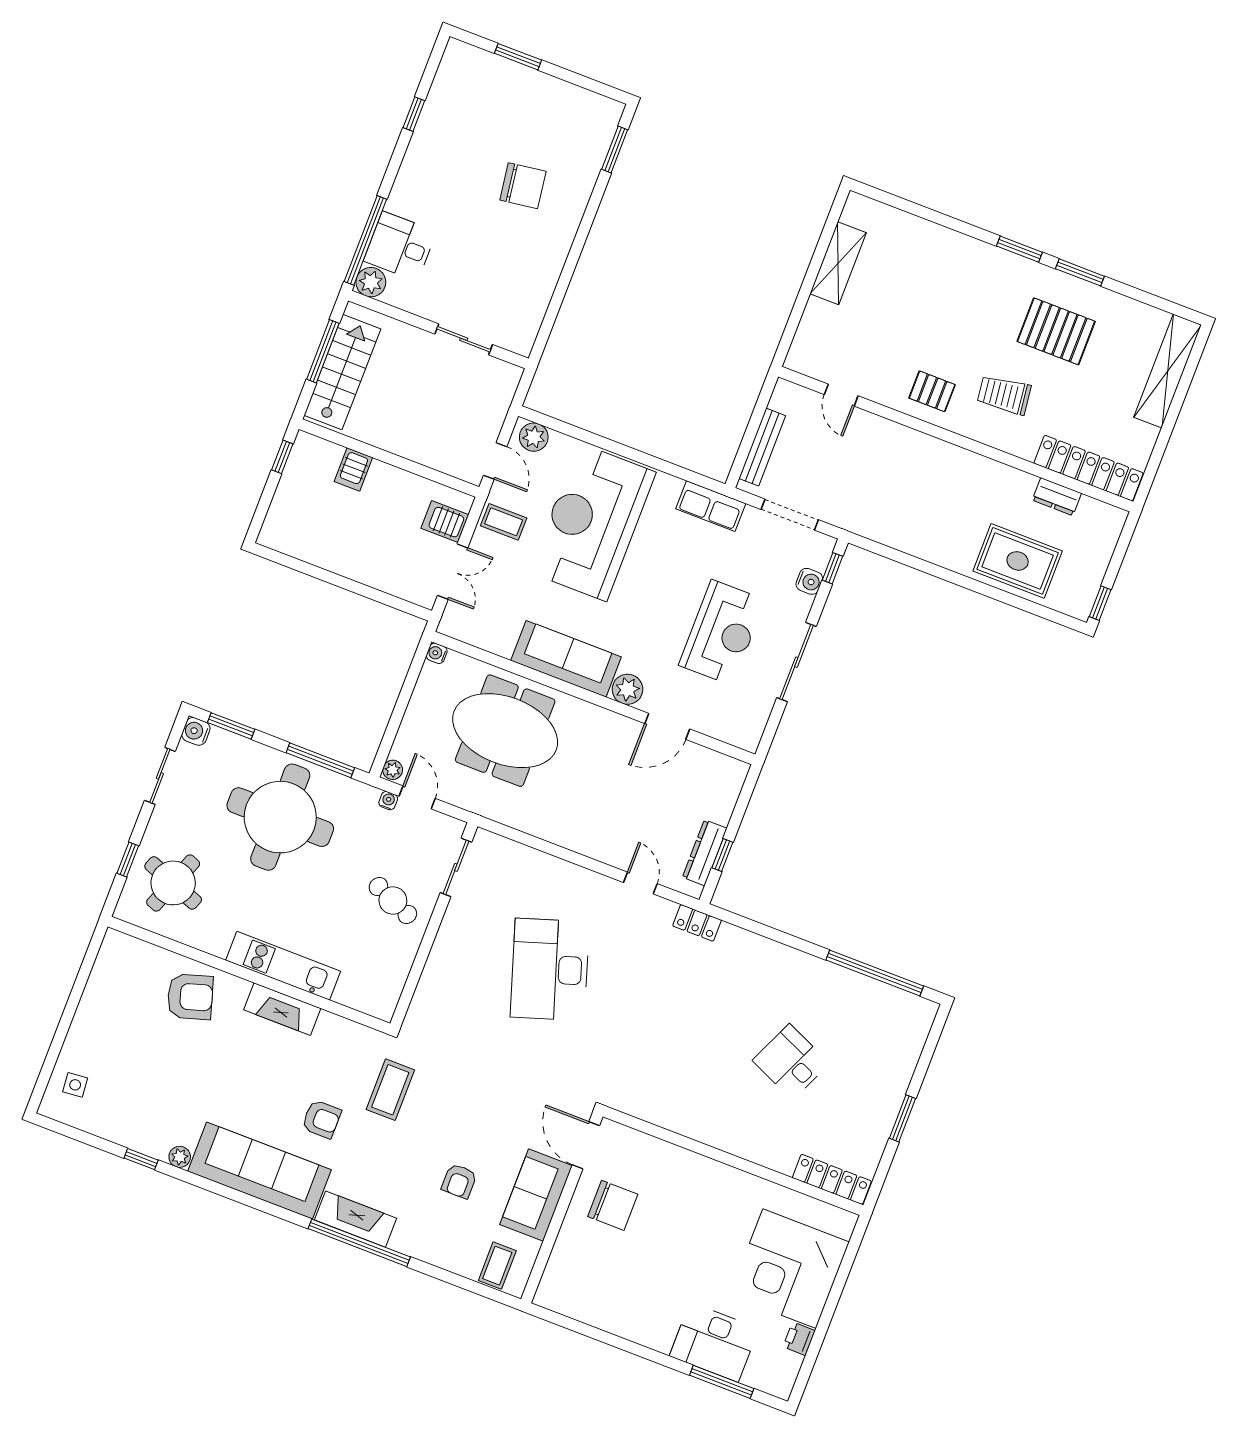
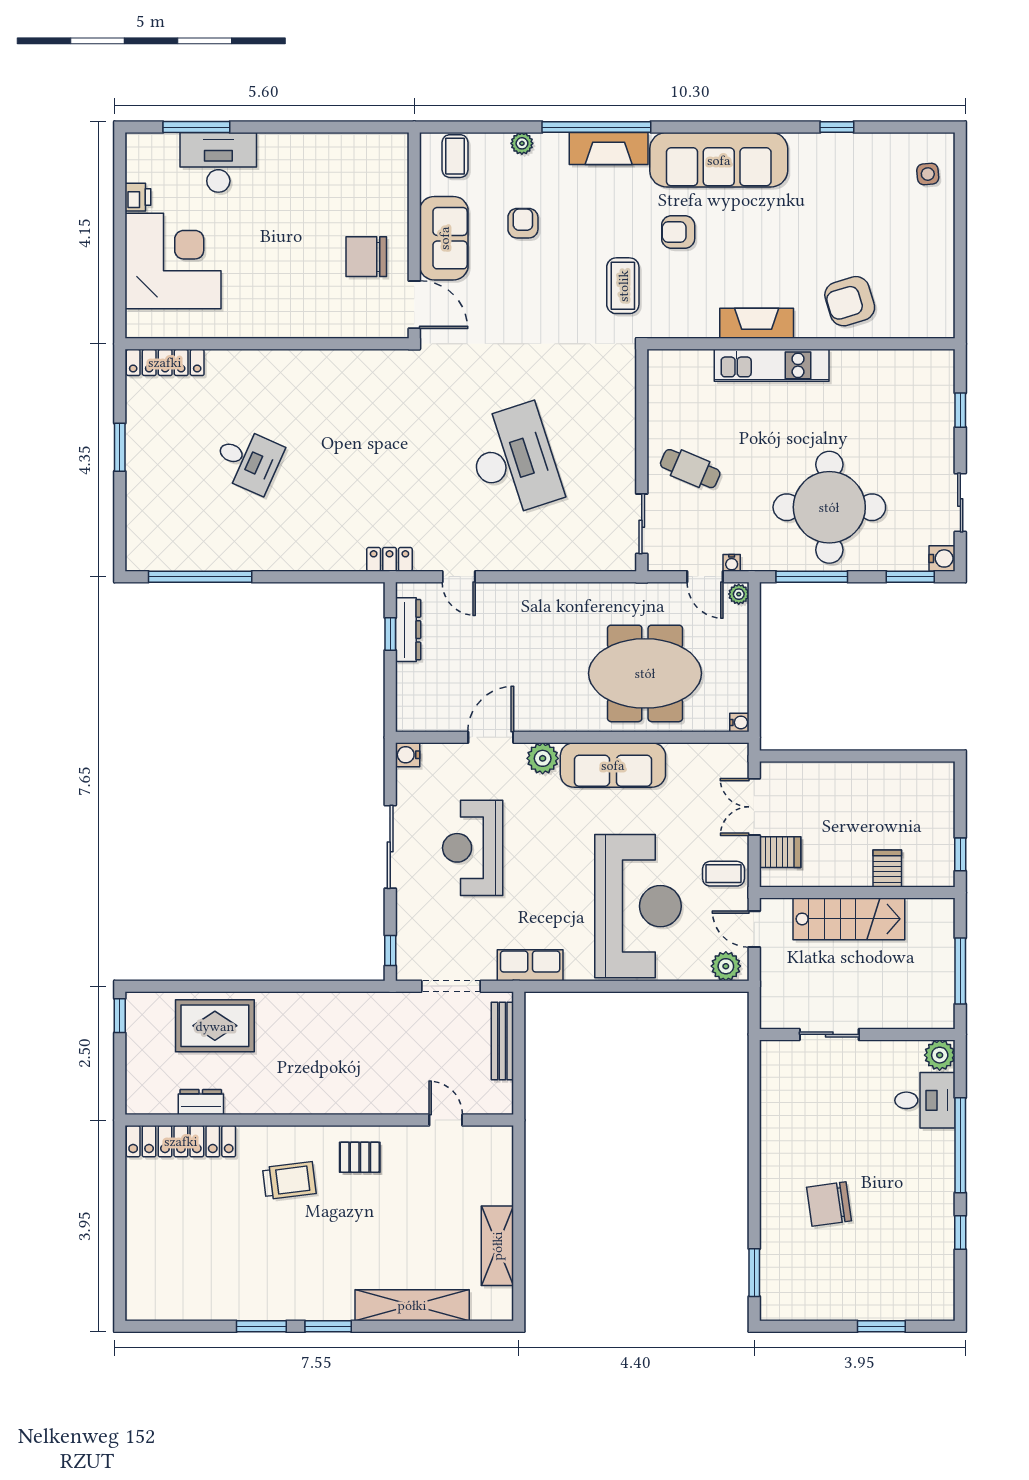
window: (365, 240) -> (960, 1145), moved
pallet: (1056, 331) -> (263, 1261), removed
shelving: (1168, 371) -> (412, 1305), moved, turned 90
stairs: (342, 372) -> (849, 919), moved, turned -90
water cooler: (809, 581) -> (408, 755), moved
round table: (173, 883) -> (908, 404), removed
plant: (180, 1157) -> (522, 143), moved

